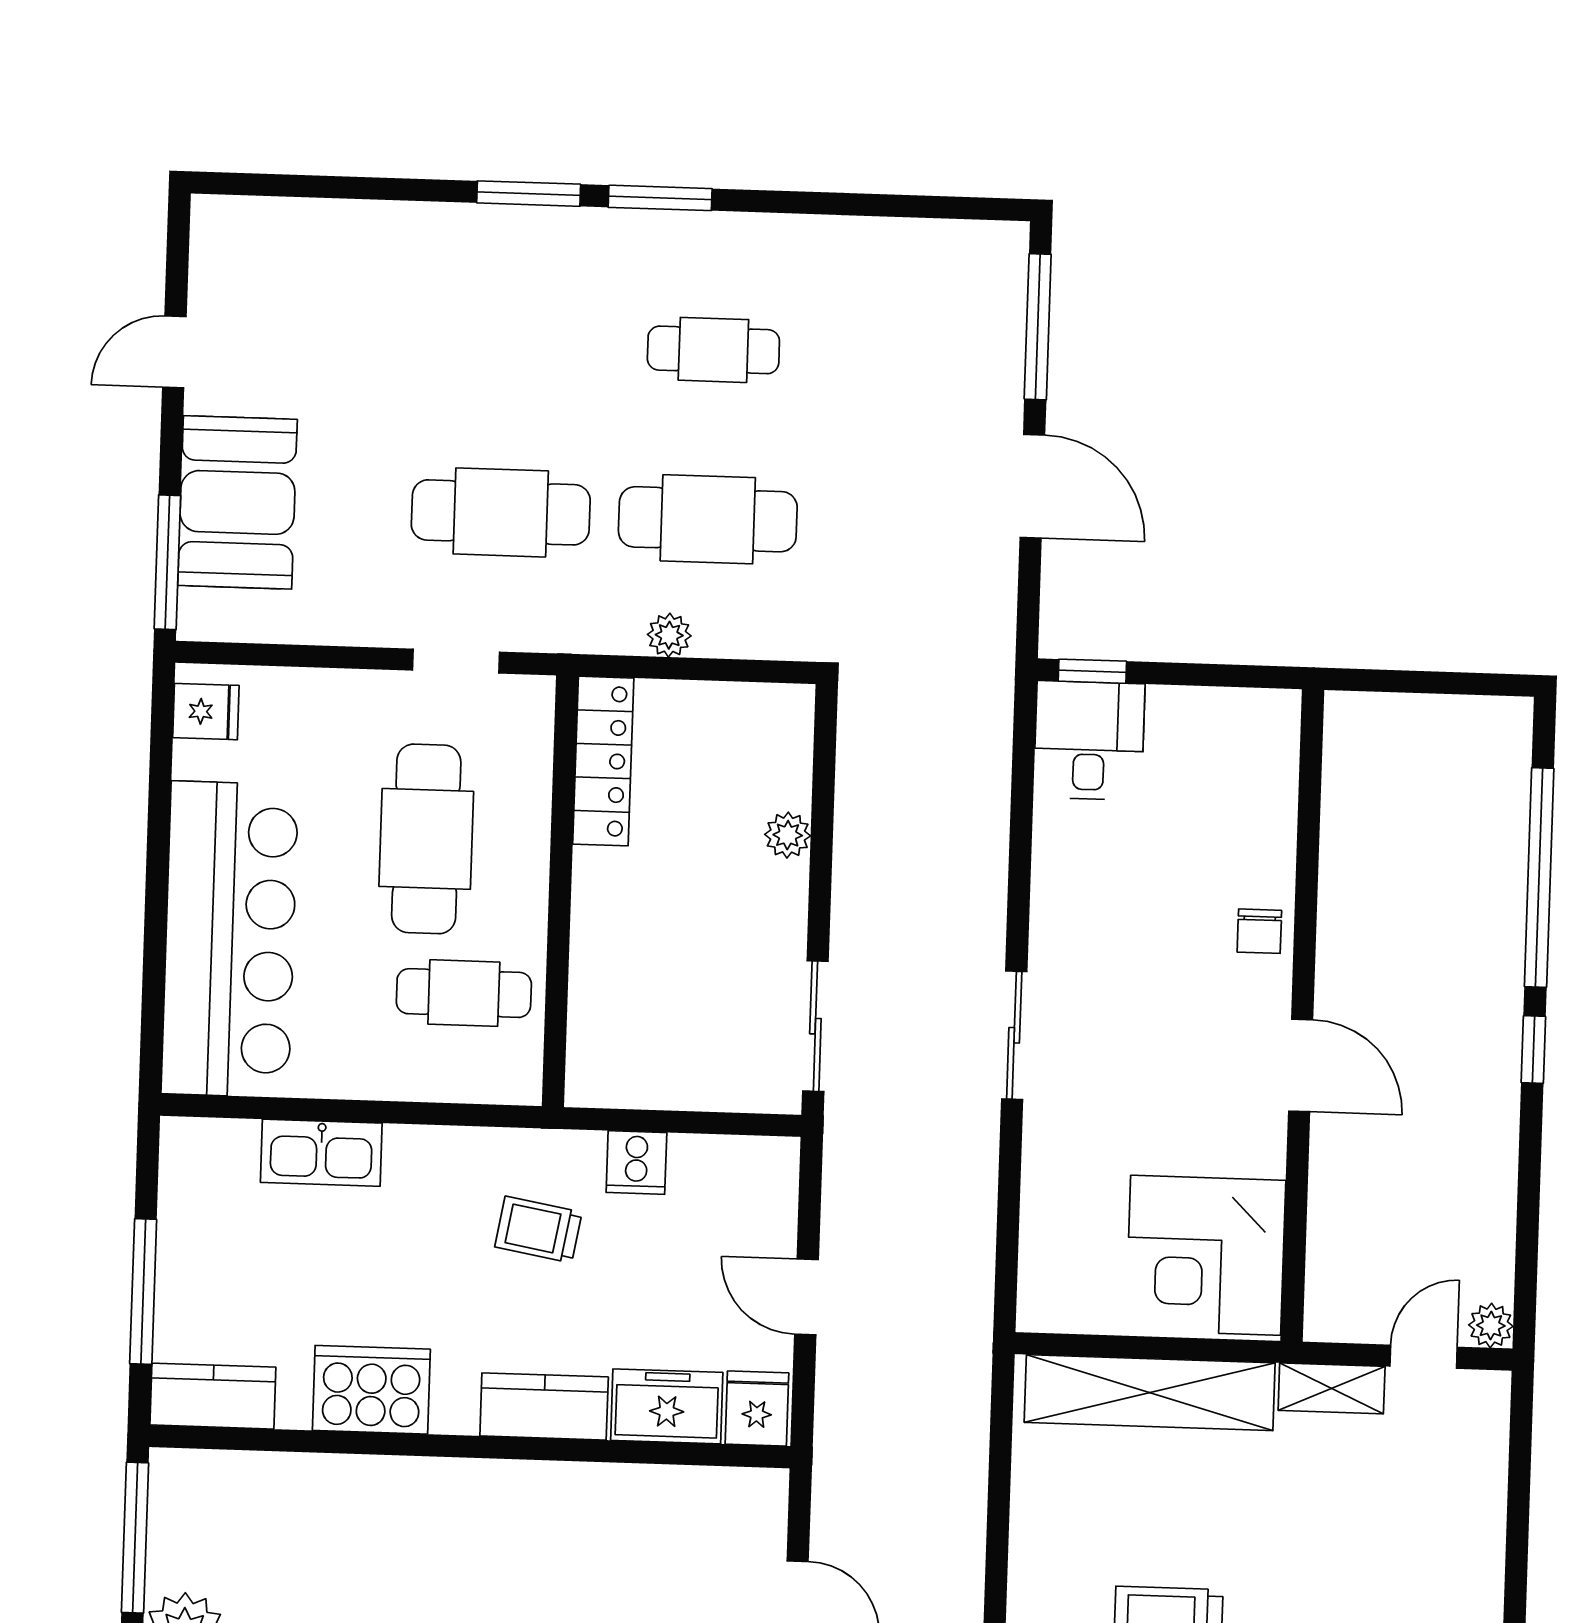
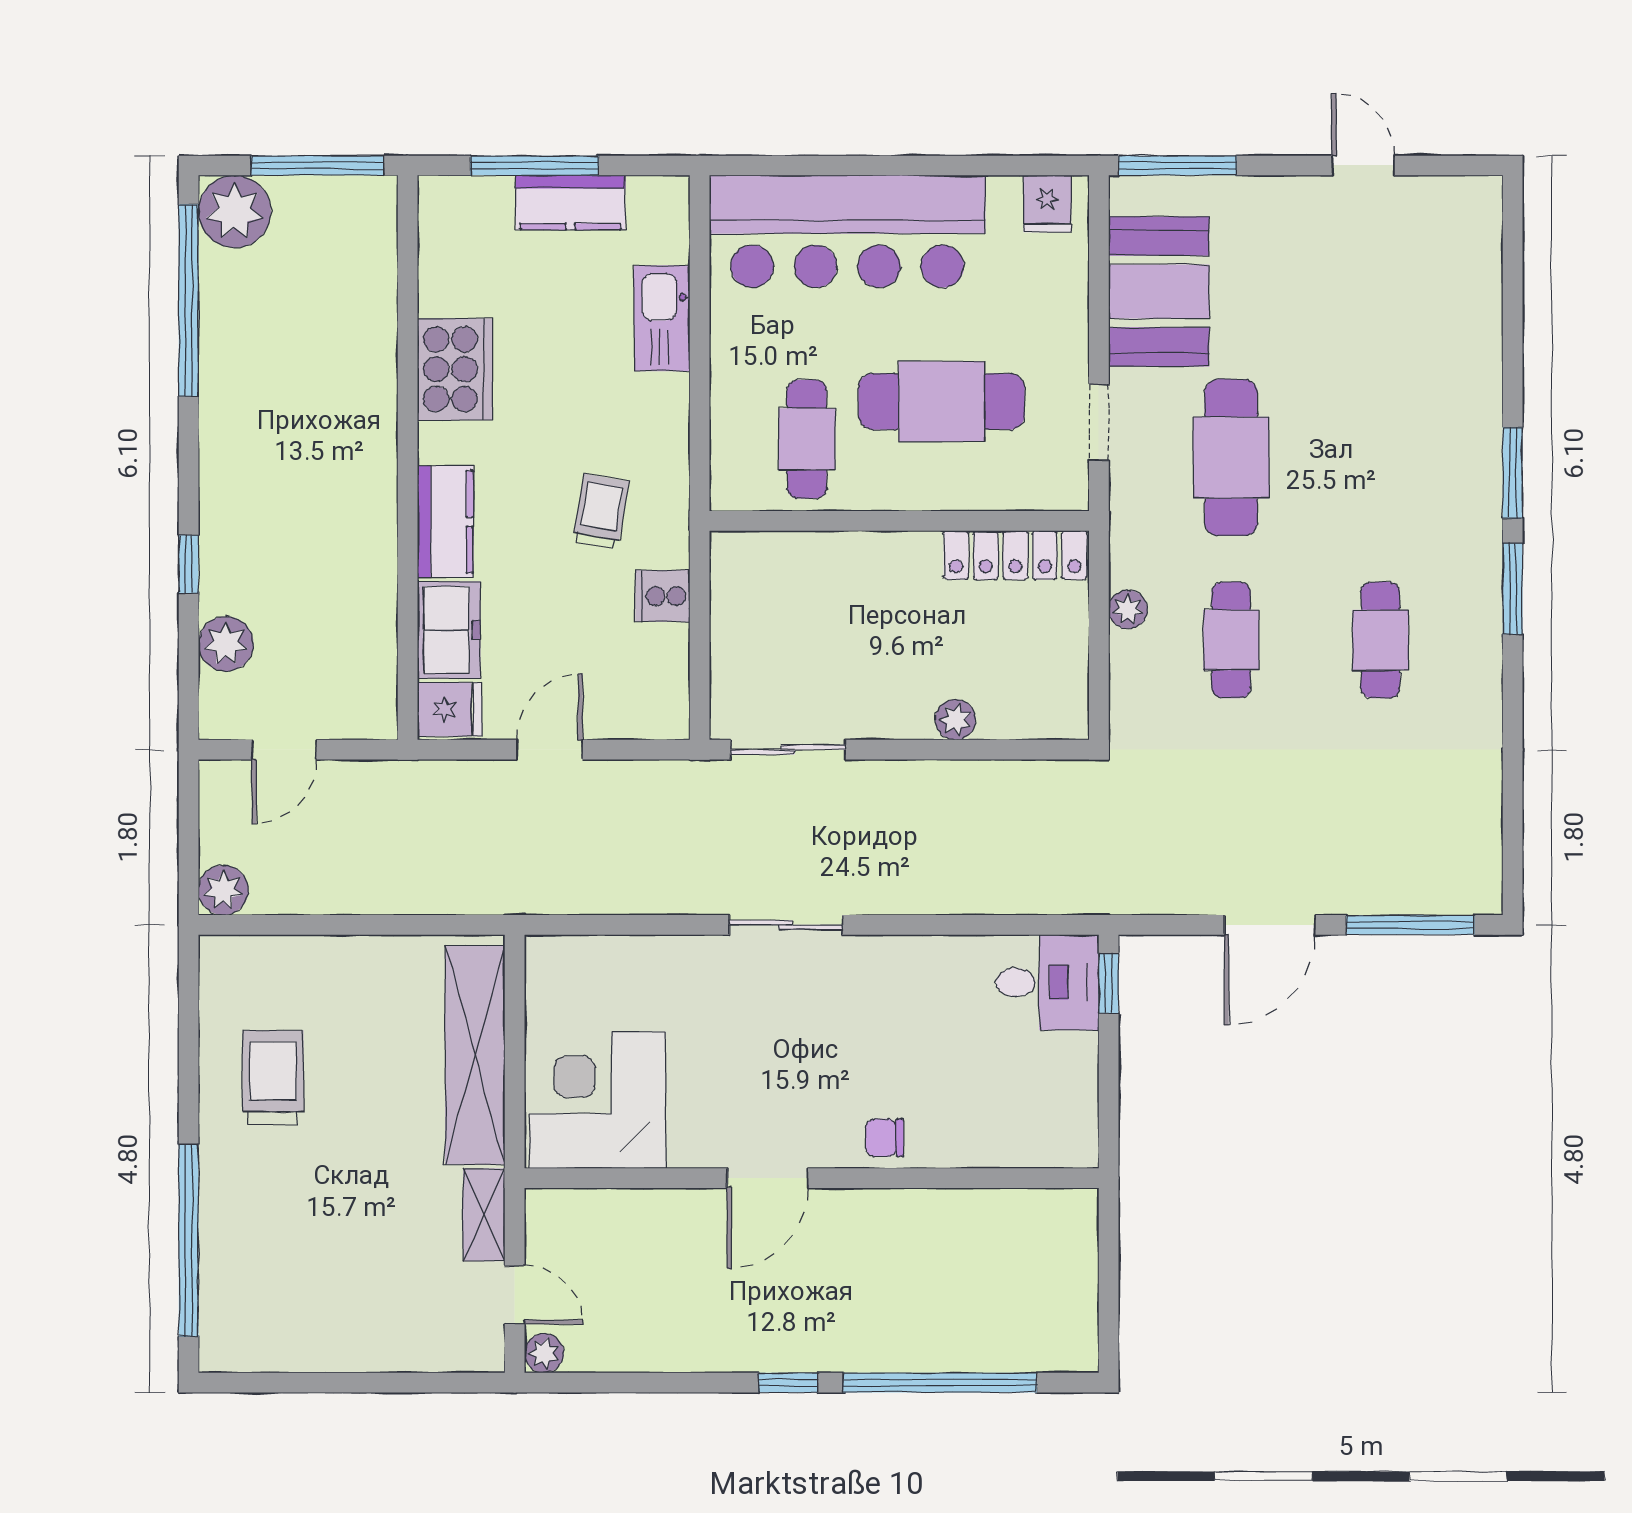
booth: (237, 502) -> (1159, 292), moved, turned 90
cafe table: (708, 519) -> (1231, 640), width x0.73, depth x0.74
kitchen counter: (213, 1396) -> (570, 203), moved, turned 90

